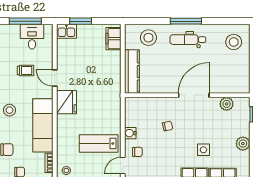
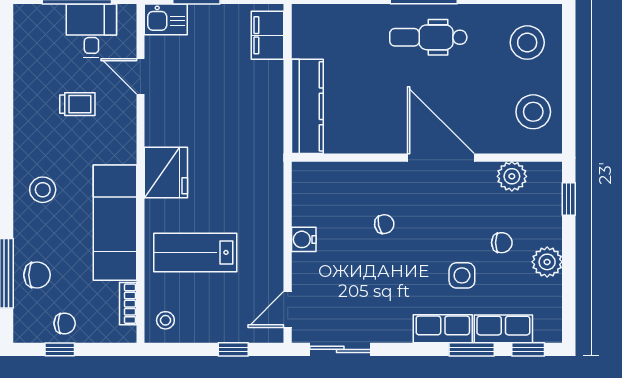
stool: (148, 38) -> (533, 112), moved
door: (55, 78) -> (140, 76), moved
door: (194, 95) -> (441, 158), hinge flipped
lab bench: (99, 143) -> (195, 252), moved
chair: (137, 152) -> (502, 243), moved

